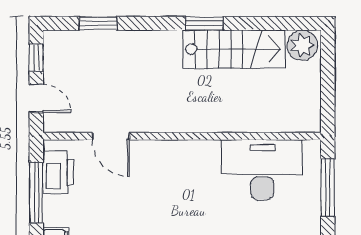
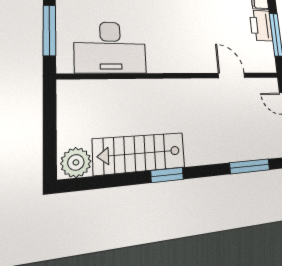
window: (98, 23) -> (250, 166), width x1.44
printer: (58, 172) -> (261, 26), moved

